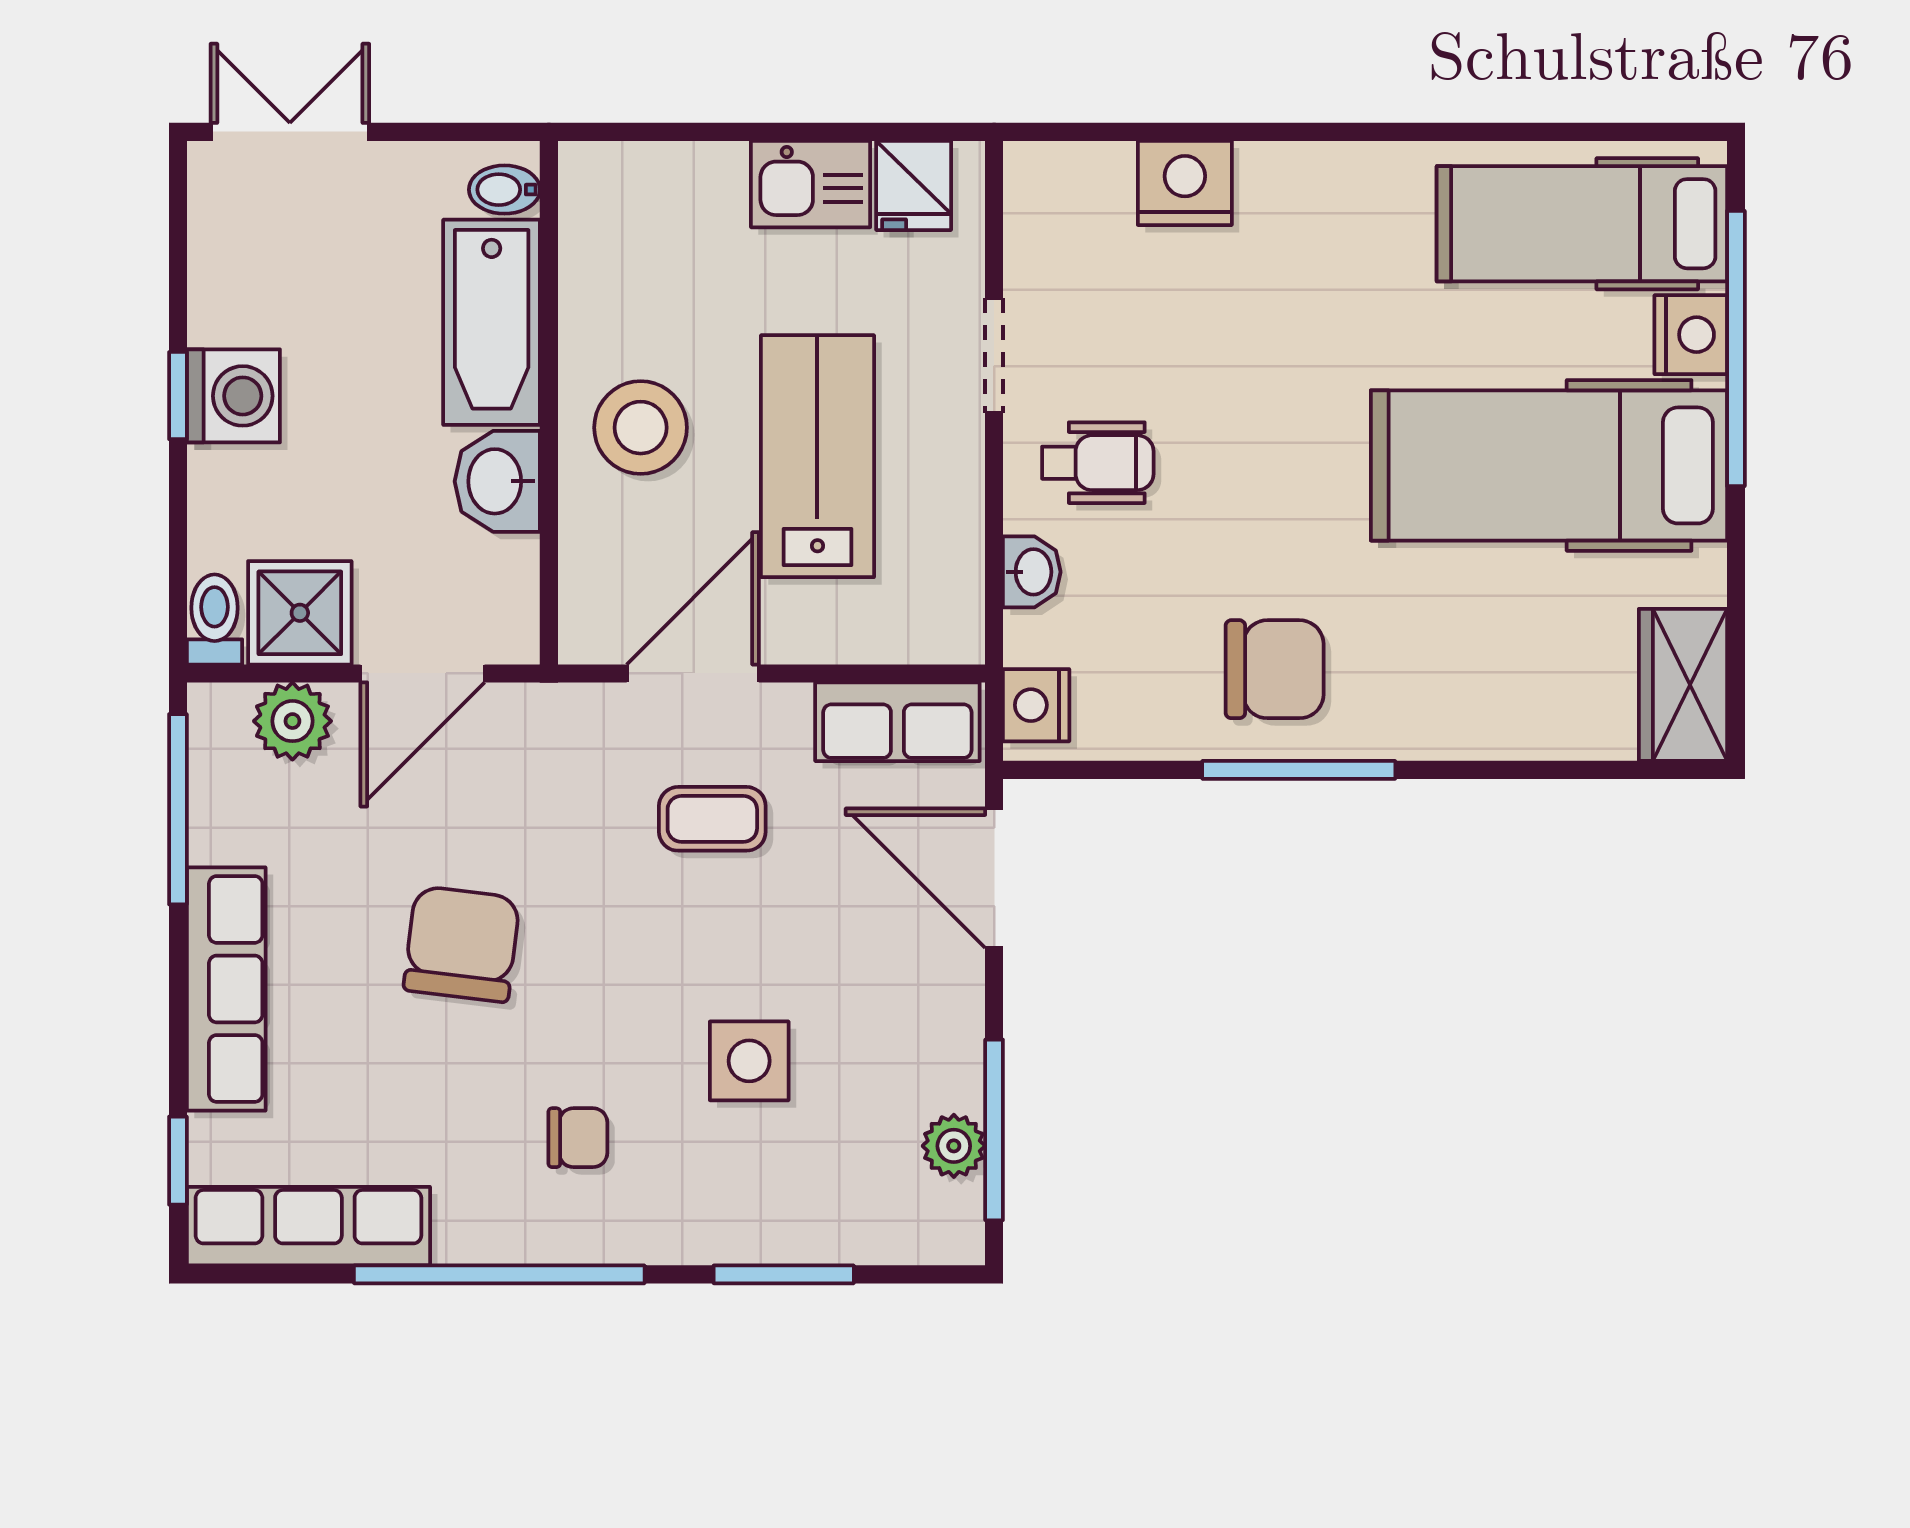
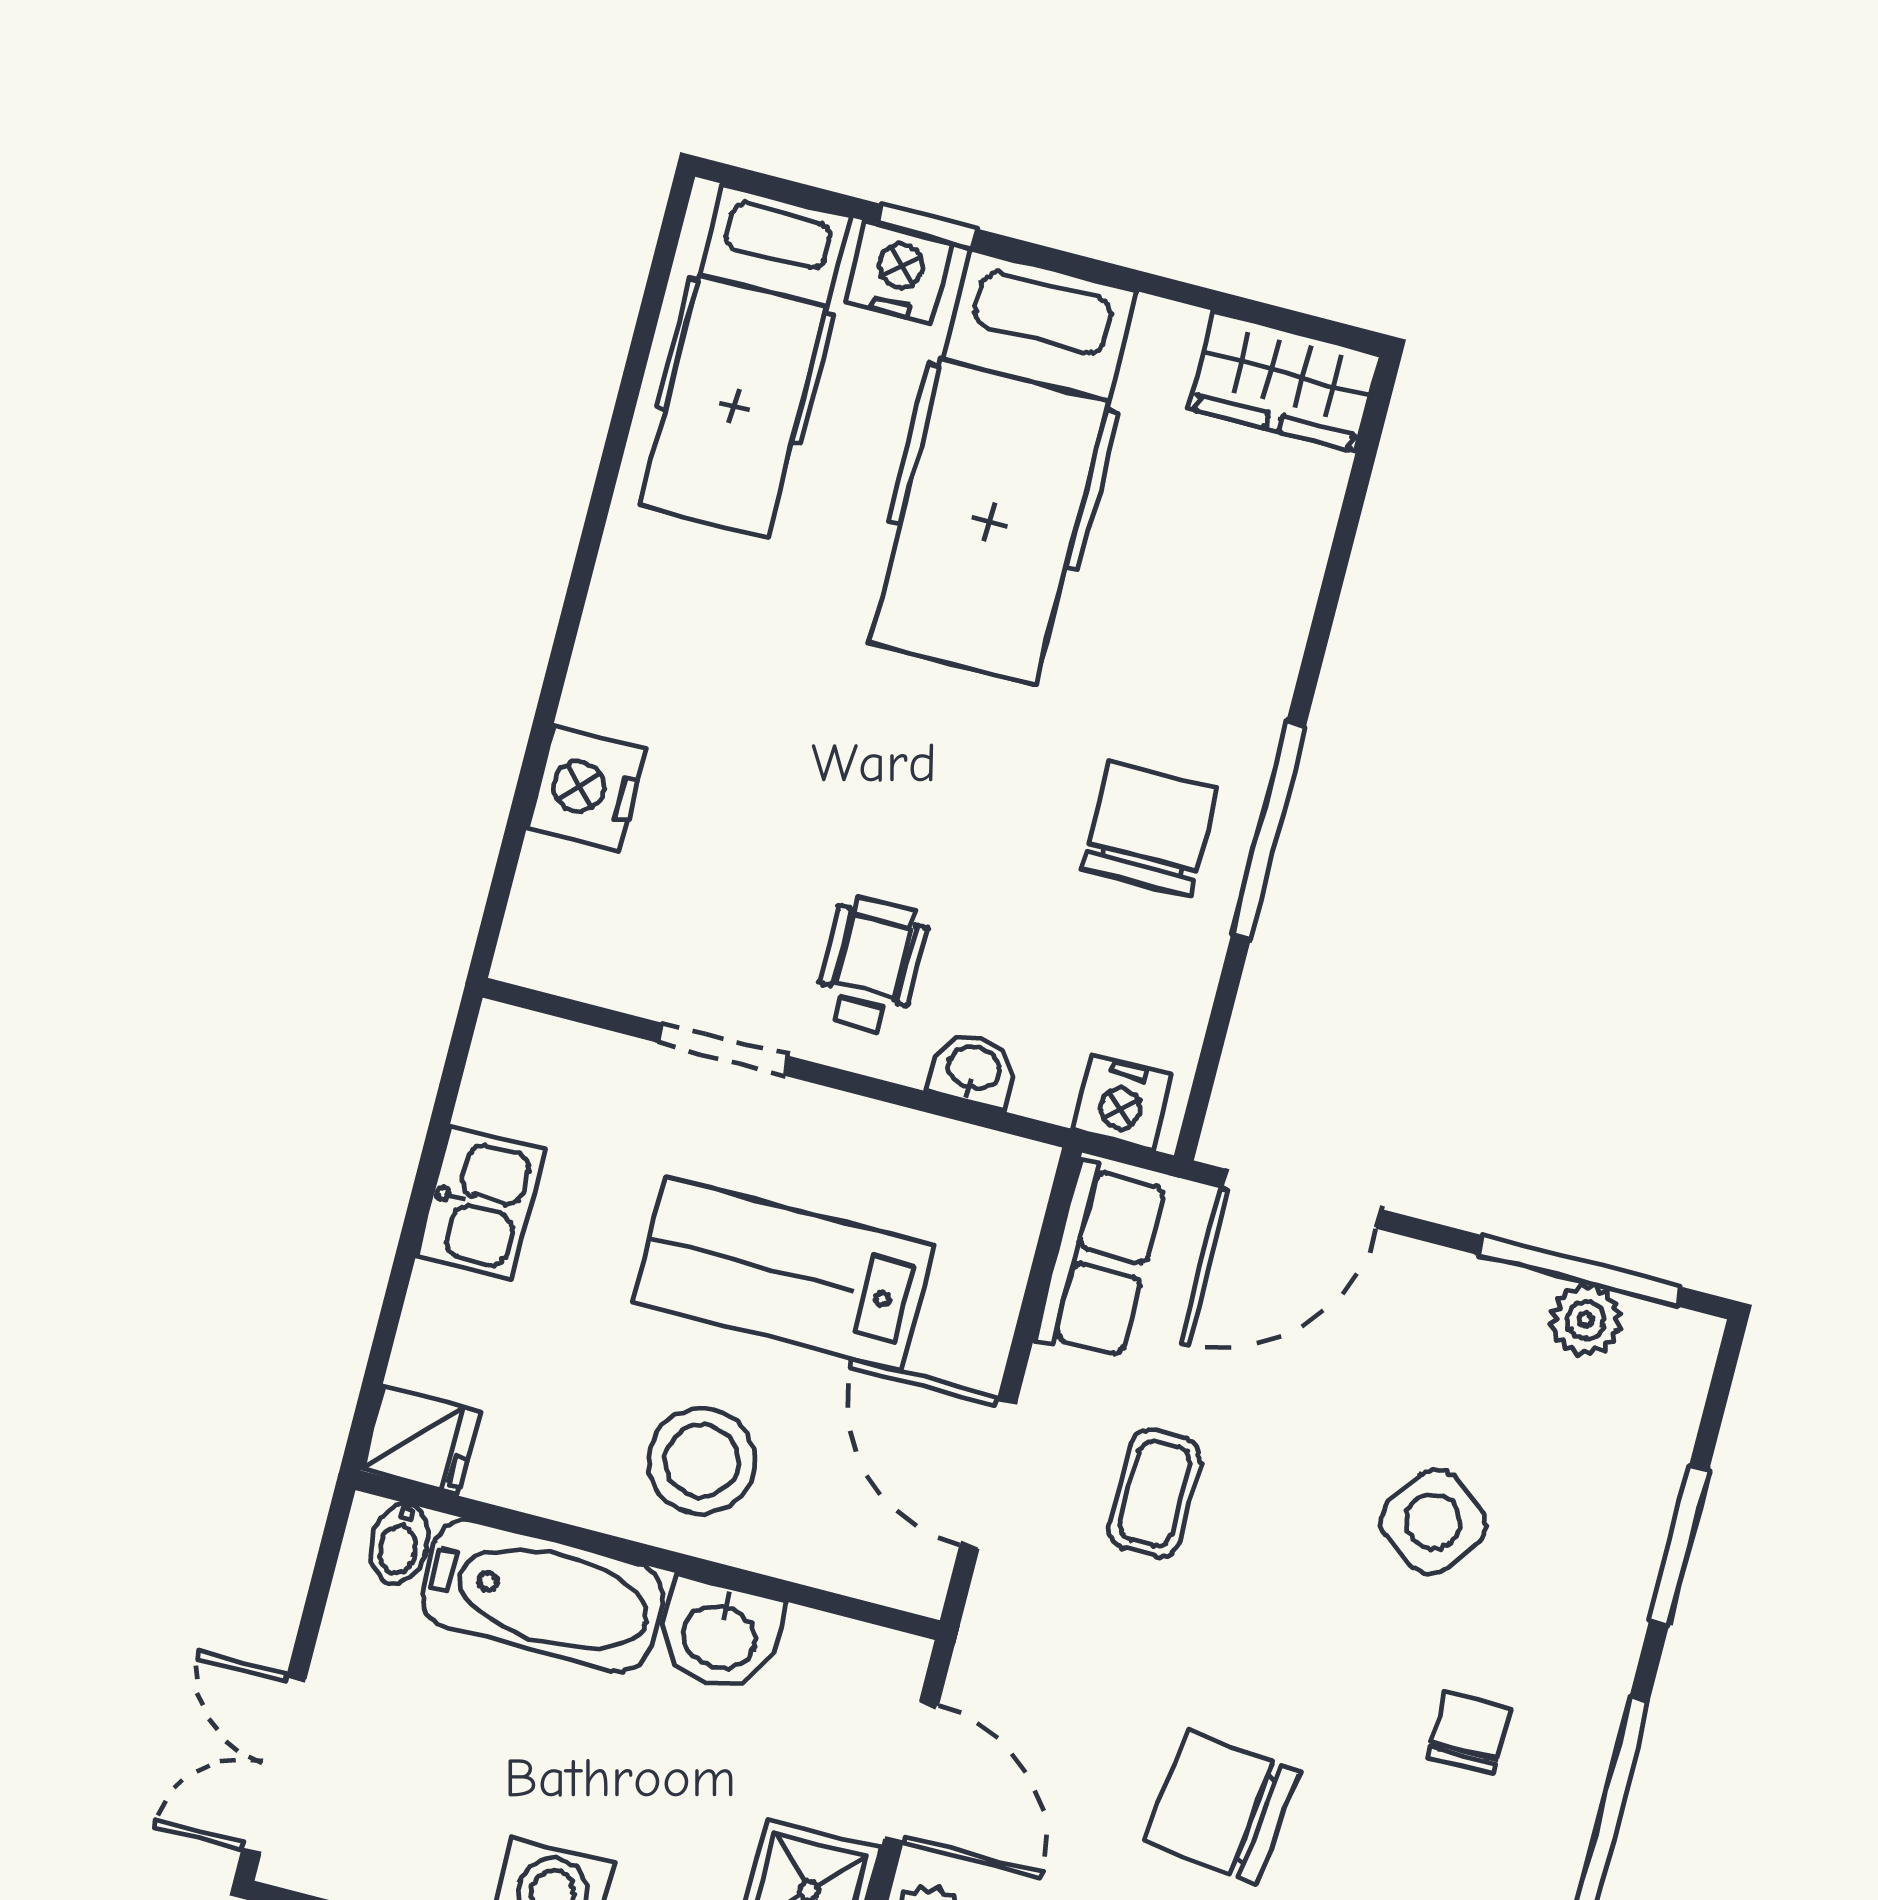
fridge: (914, 185) -> (421, 1440), moved
window: (1736, 348) -> (927, 226), width x0.32
side table: (749, 1061) -> (1433, 1522), turned 36

